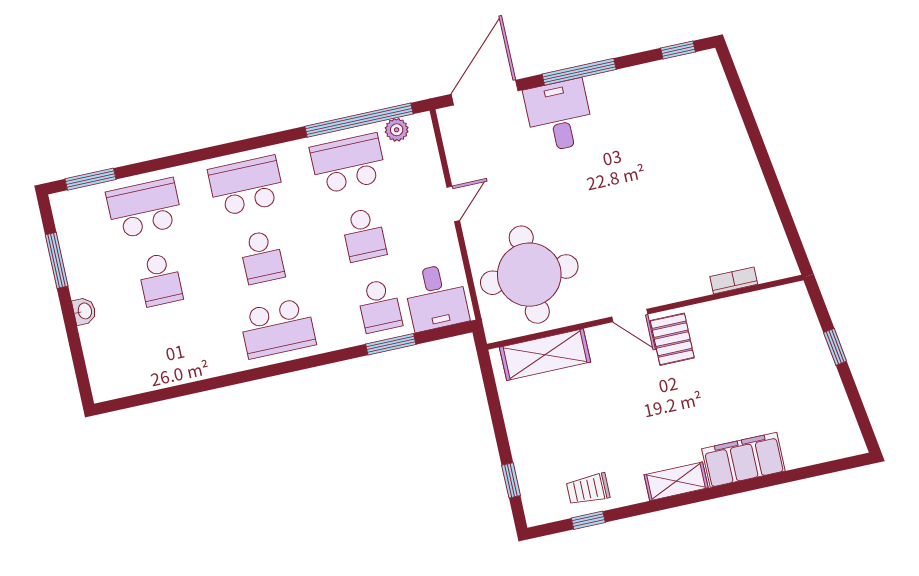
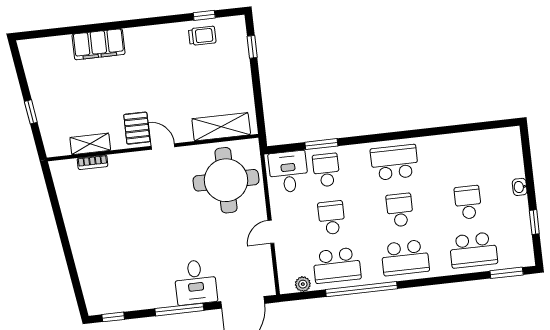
window: (359, 120) -> (361, 289), moved
window: (57, 260) -> (534, 222), width x0.67
shelving: (676, 481) -> (90, 144), moved

